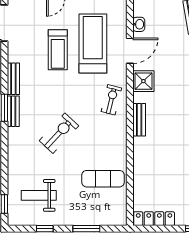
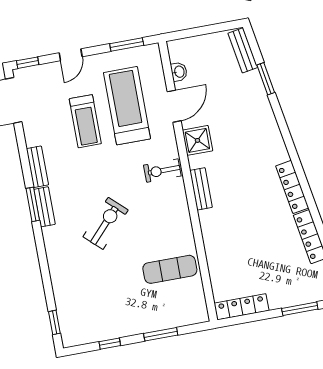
exercise bike: (111, 100) -> (162, 171), turned -104
weight bench: (39, 195) -> (95, 304), removed

